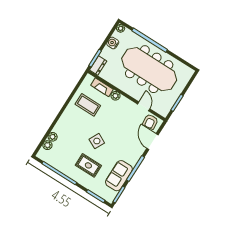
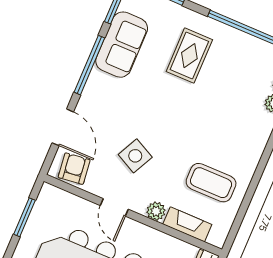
door: (144, 106) -> (114, 207), moved
side table: (97, 141) -> (135, 156), moved
rug: (88, 165) -> (189, 56), turned 90

